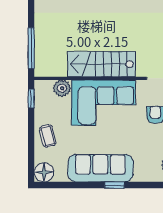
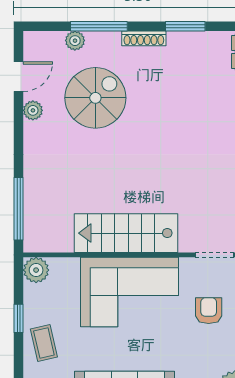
plant: (62, 88) -> (36, 270), moved
window: (31, 98) -> (19, 318), moved

